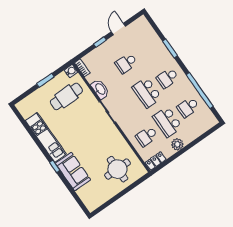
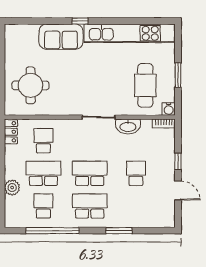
school desk: (168, 78) -> (90, 206), width x1.85
kitchen unit: (46, 137) -> (129, 33), width x1.36
plant: (177, 144) -> (12, 188), moved

